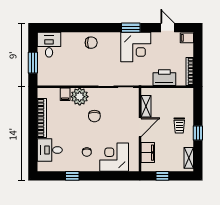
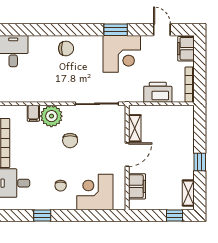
filing cabinet: (187, 38) -> (186, 49), width x2.00
trolley: (179, 126) -> (176, 152), removed
window: (162, 176) -> (174, 216), moved

